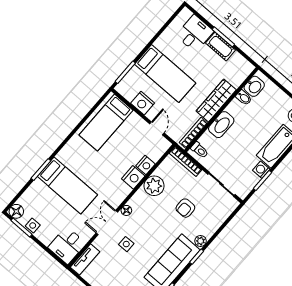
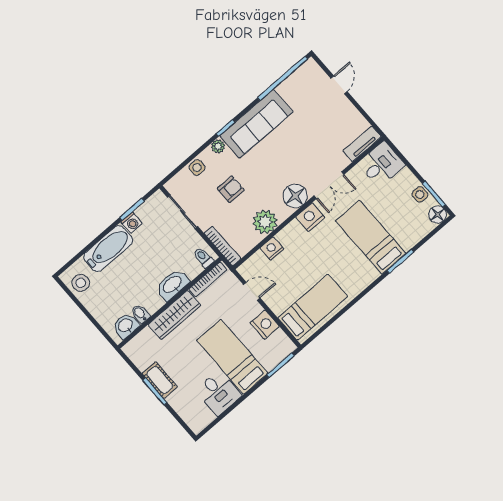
desk: (195, 33) -> (218, 393), moved, turned -90
door: (157, 128) -> (252, 291), swing flipped
nightstand: (133, 177) -> (310, 217), moved
floor lamp: (126, 210) -> (295, 196), width x1.89, depth x1.89
side table: (126, 244) -> (197, 168), moved

